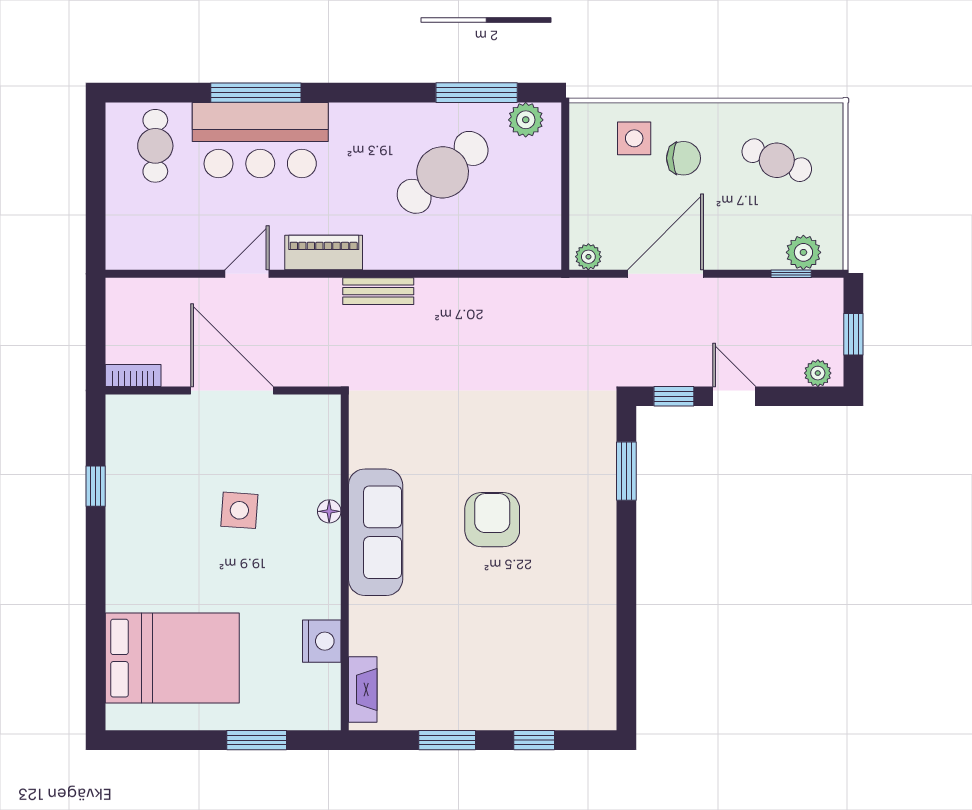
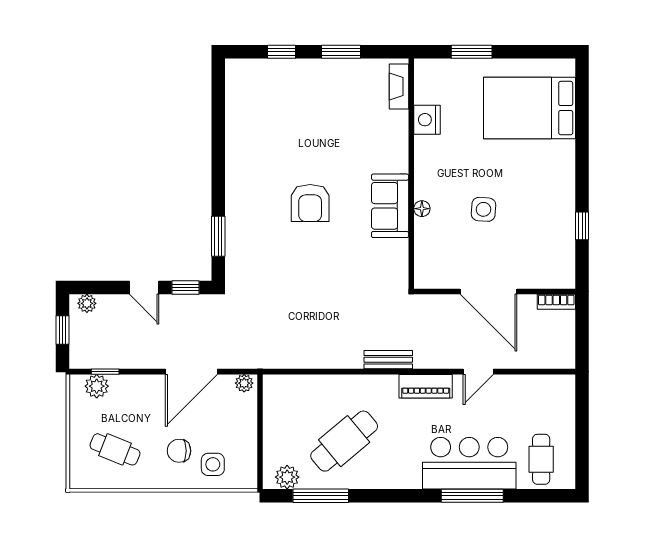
sofa: (376, 532) -> (390, 206), width x0.73

